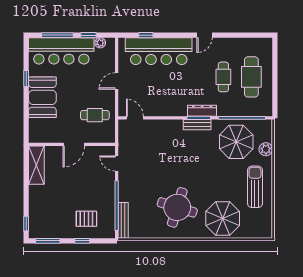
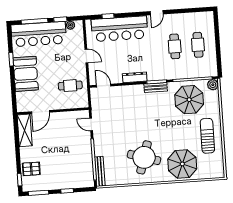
cafe table: (251, 77) -> (198, 45), width x0.73, depth x0.74
door: (117, 81) -> (86, 56), swing flipped
dresser: (202, 111) -> (135, 77), moved
door: (74, 144) -> (40, 112), moved
plant: (266, 149) -> (213, 85), moved
pallet: (86, 219) -> (31, 169), moved

